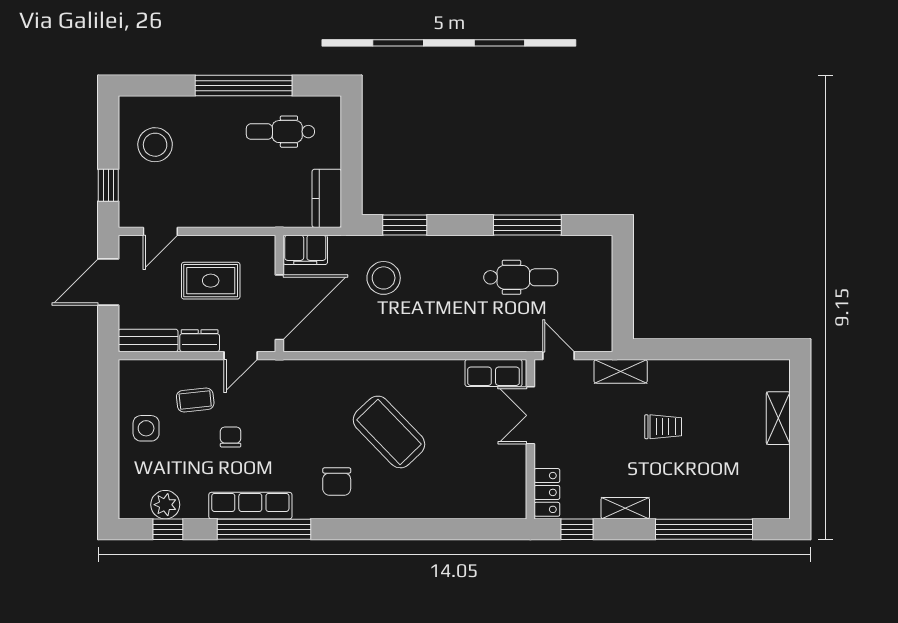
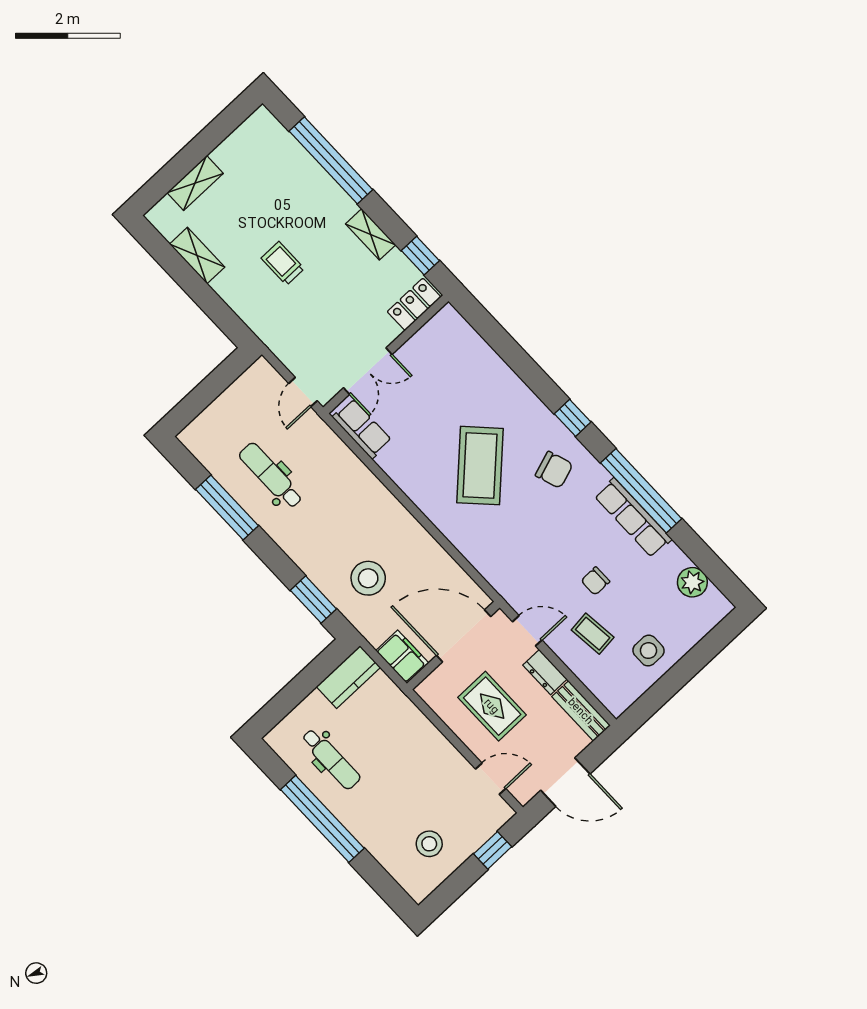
stool: (155, 145) -> (429, 844), width x0.73, depth x0.73
shelving: (621, 371) -> (197, 256), moved
chair: (337, 482) -> (554, 470), turned 71
window: (168, 529) -> (573, 418), moved

